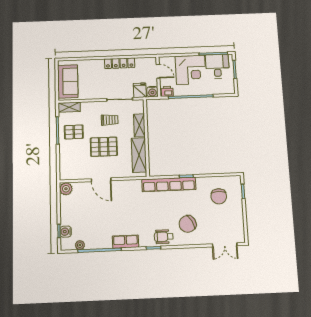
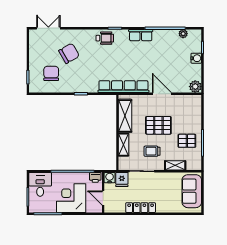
desk: (217, 66) -> (40, 184), moved, turned 180
shelving: (69, 107) -> (175, 165), moved
row of seats: (169, 184) -> (123, 87), moved
chair: (188, 224) -> (69, 53), moved
water cooler: (66, 232) -> (196, 58), moved

